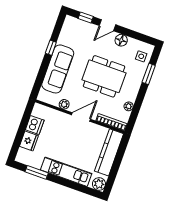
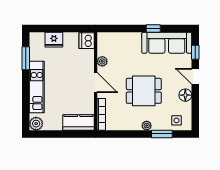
sofa: (58, 69) -> (167, 43), moved
dining table: (104, 76) -> (144, 91), width x0.73
plant: (129, 106) -> (147, 126), moved
dishwasher: (35, 125) -> (87, 41), moved, turned 90
kitchen counter: (109, 152) -> (79, 122), width x0.67

